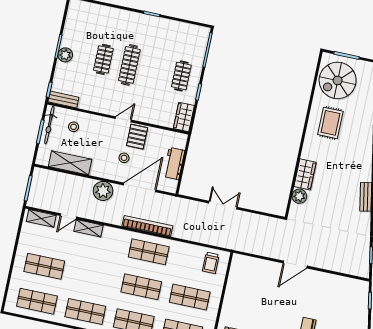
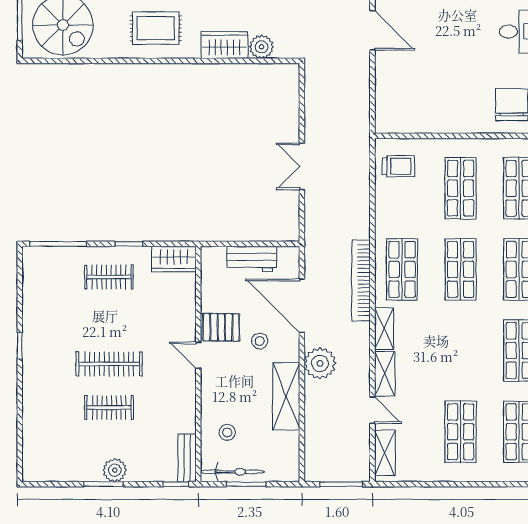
rug: (330, 123) -> (156, 28), moved
shelving: (70, 163) -> (286, 396), moved
shelving: (116, 234) -> (384, 329), added

